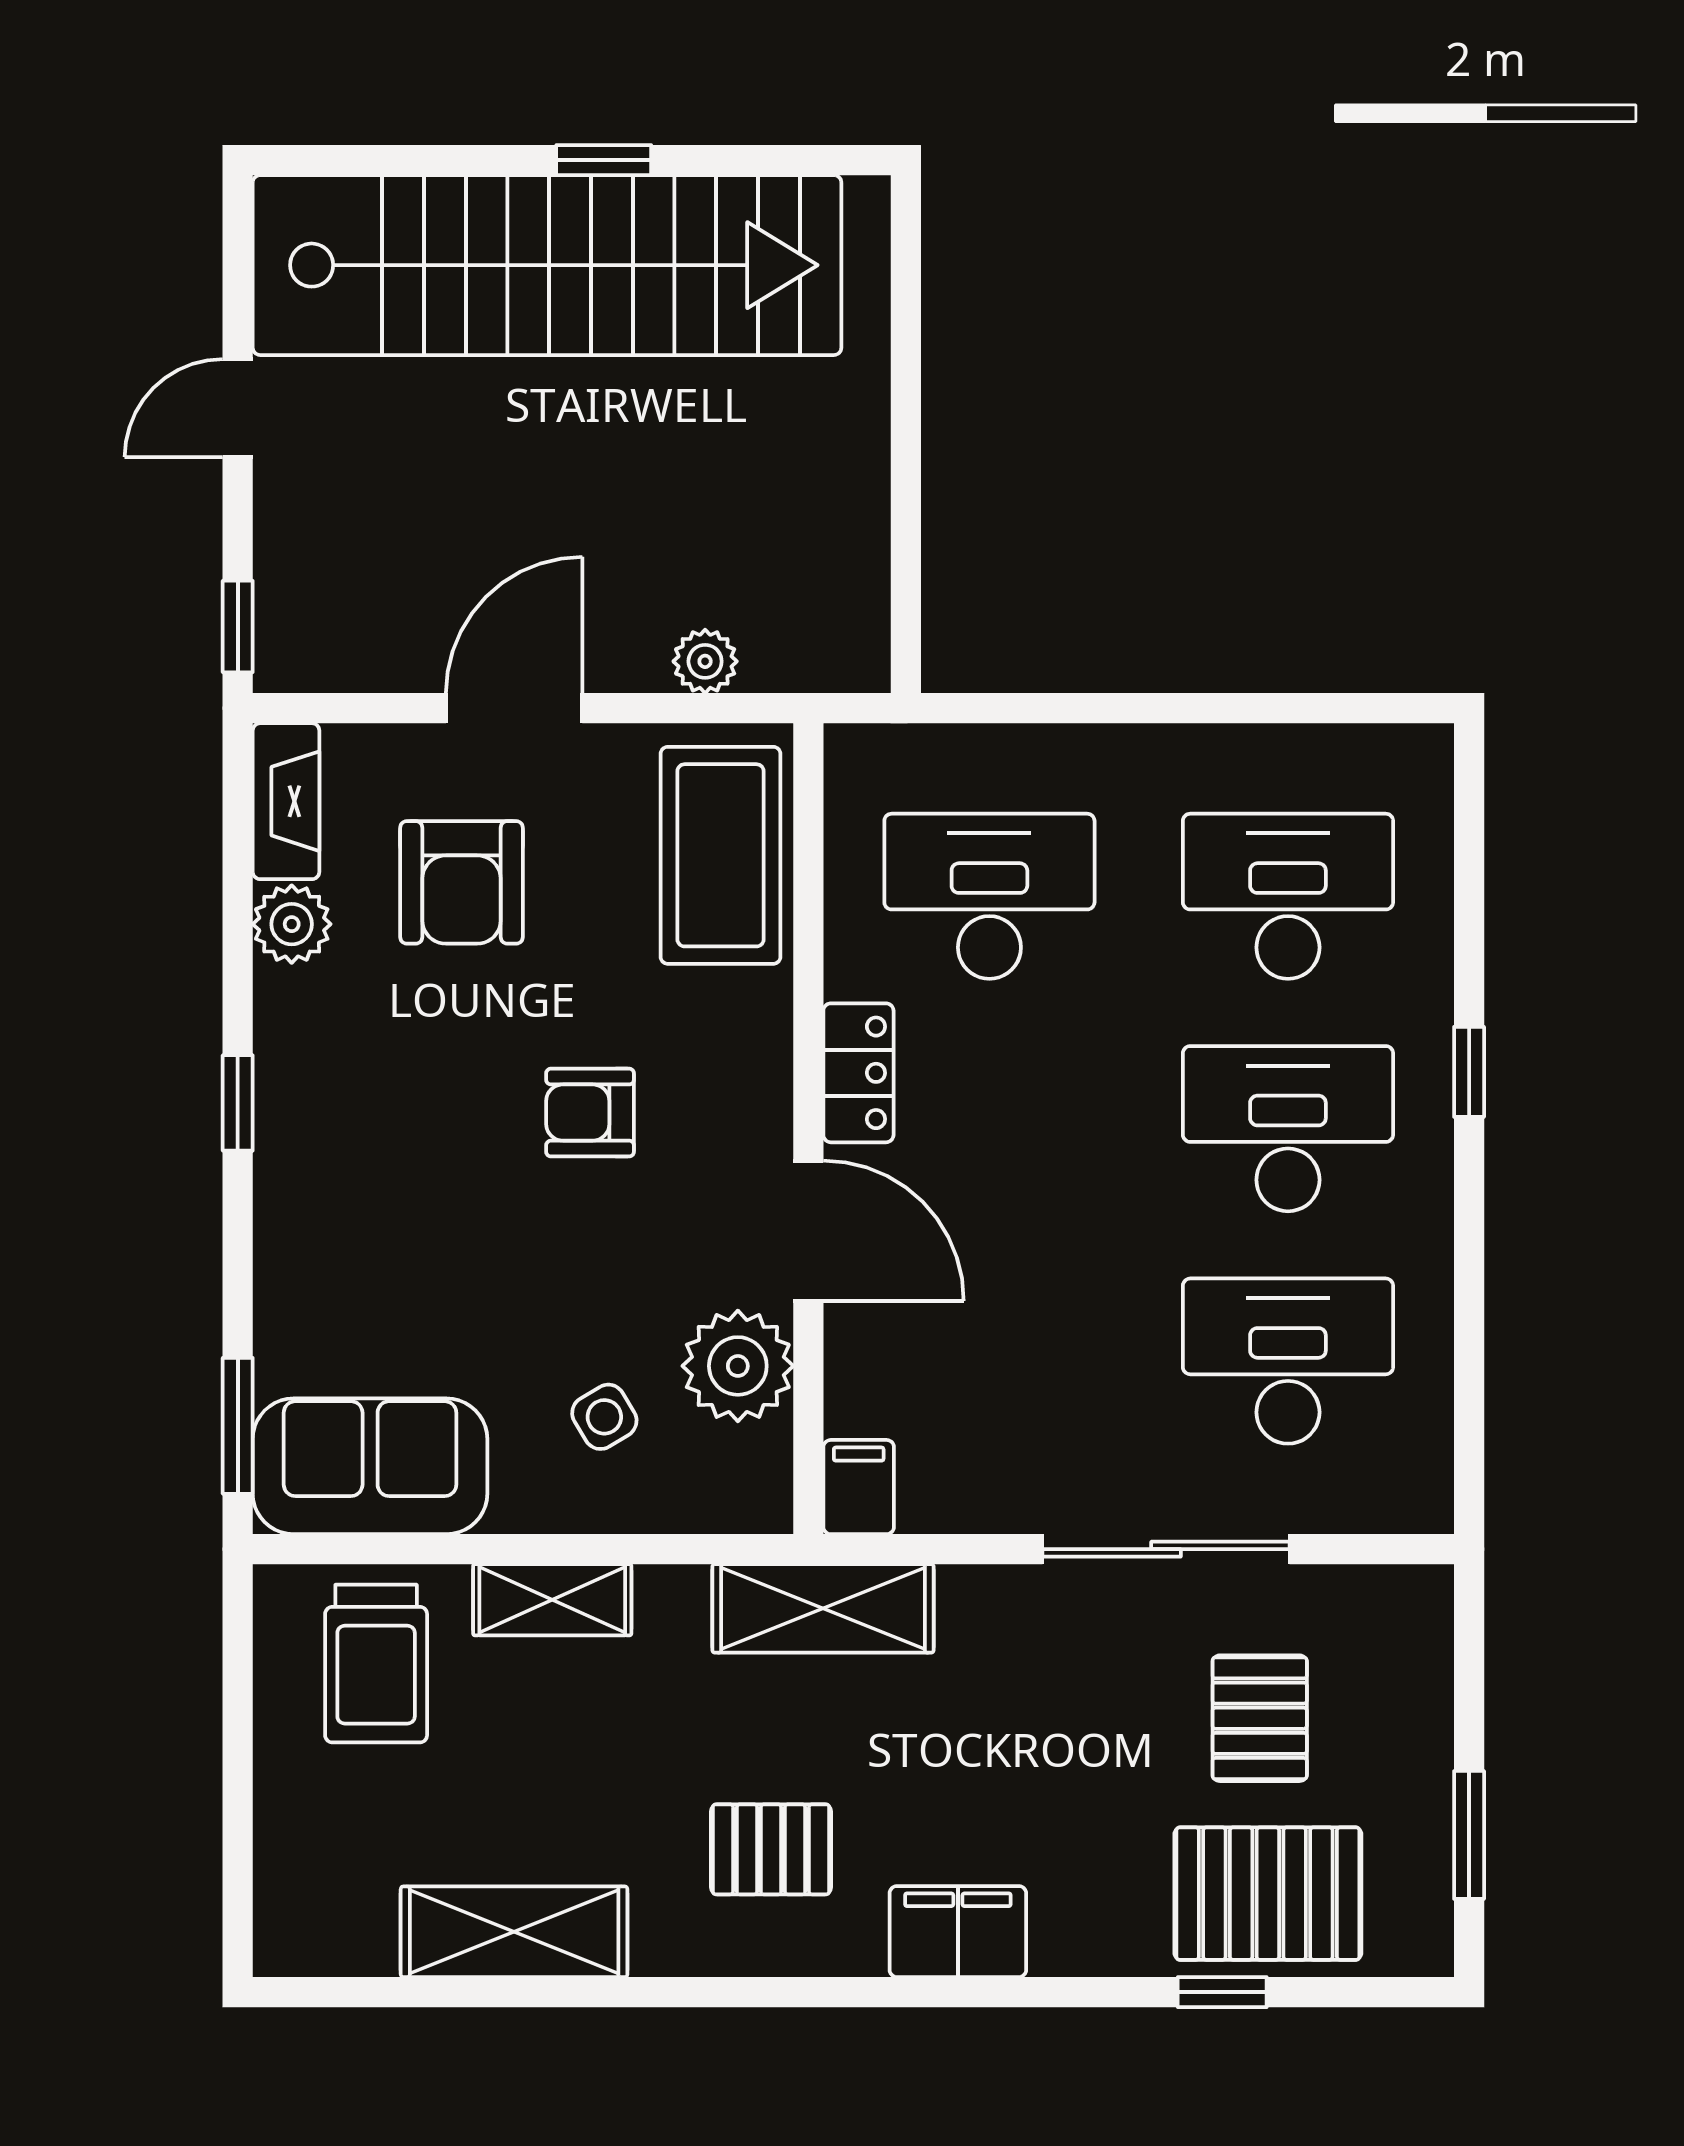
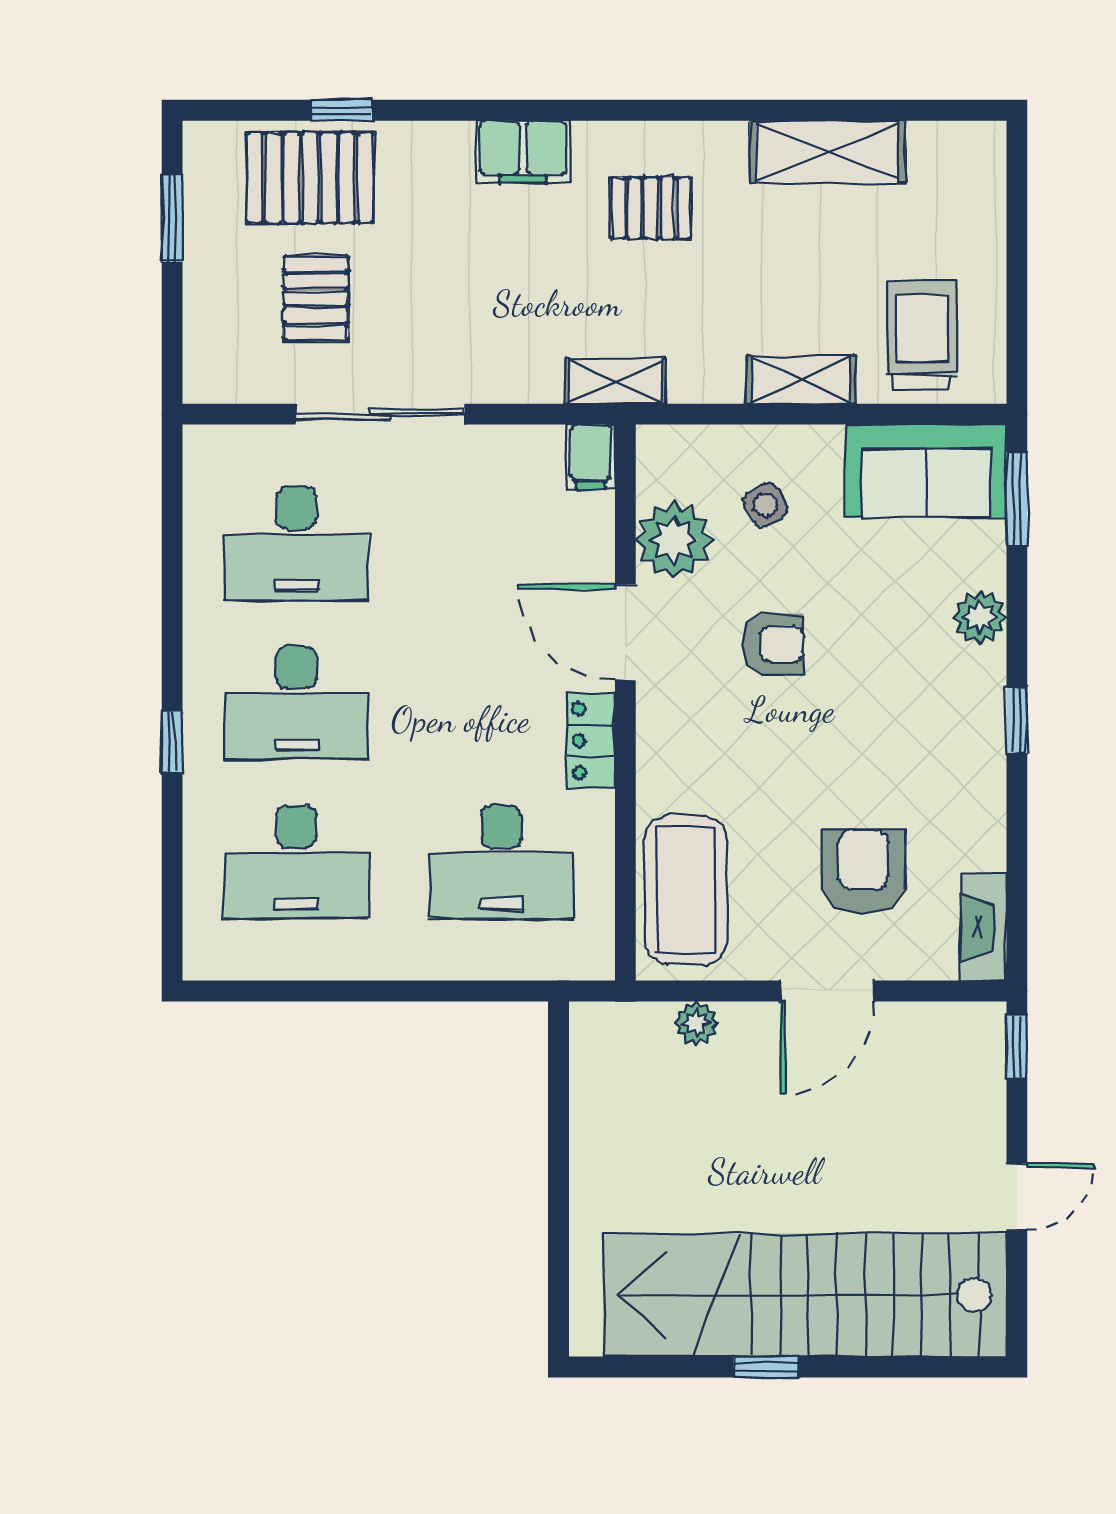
plant: (292, 924) -> (980, 617), moved
armchair: (590, 1113) -> (773, 644), moved
shelving: (823, 1608) -> (615, 381), width x0.67, depth x0.75

